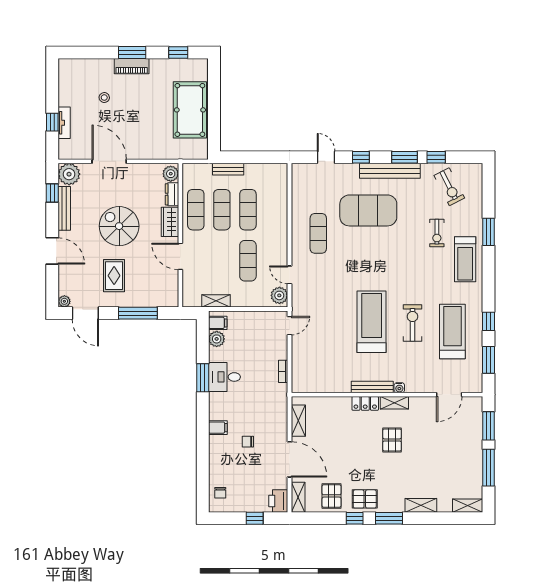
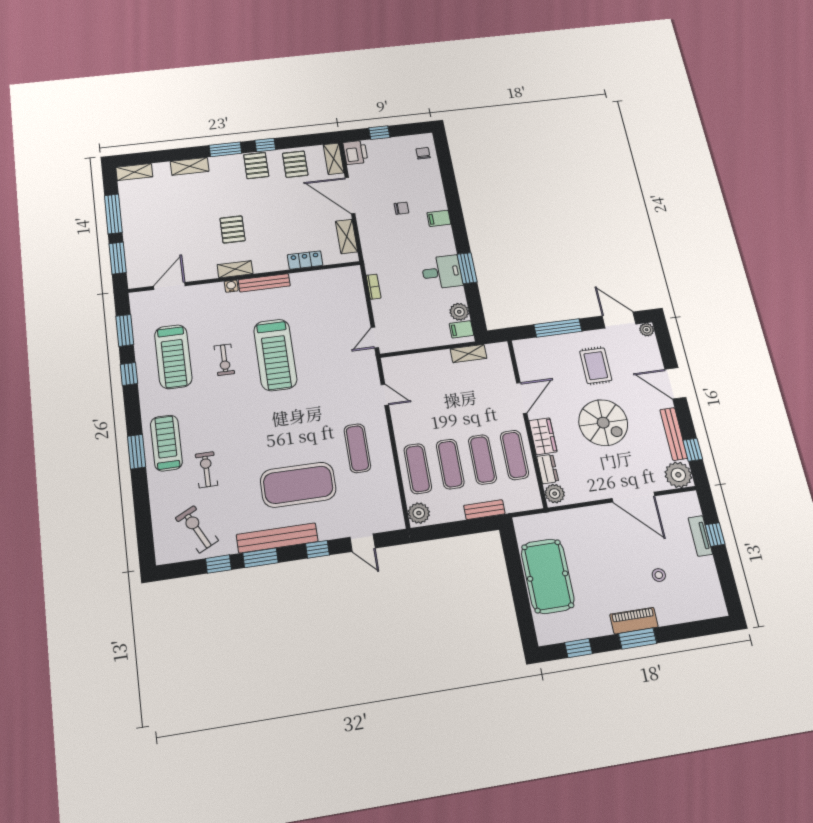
window: (488, 232) -> (137, 452), moved
door: (180, 256) -> (522, 398), hinge flipped
exercise mat: (248, 261) -> (418, 469), moved
plant: (279, 295) -> (419, 513), moved
exercise bike: (412, 323) -> (224, 360), width x0.73, depth x0.72
locker: (365, 403) -> (305, 260), moved
pallet: (365, 499) -> (256, 166), turned 90

